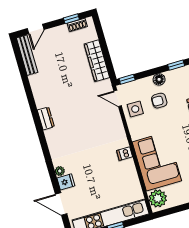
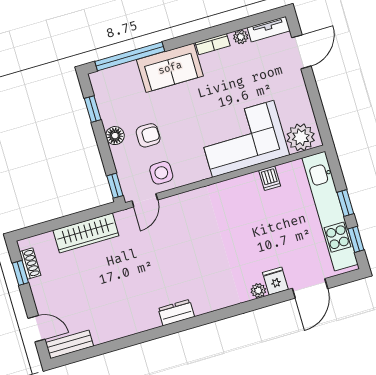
bench: (27, 55) -> (70, 344), width x0.73
armchair: (159, 101) -> (148, 135), turned -90
dishwasher: (125, 154) -> (270, 178), moved

